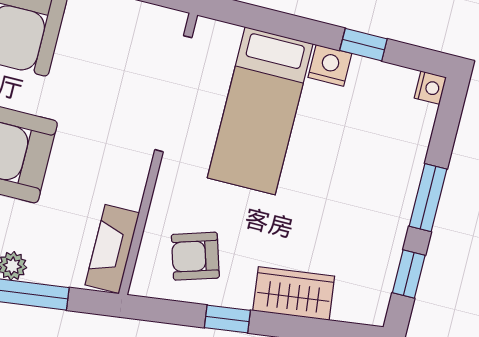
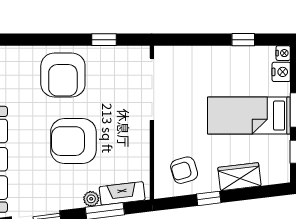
nightstand: (330, 65) -> (281, 72), moved, turned 90
bed: (260, 111) -> (249, 116), moved, turned 90
fireplace: (112, 249) -> (122, 193), moved, turned 83

